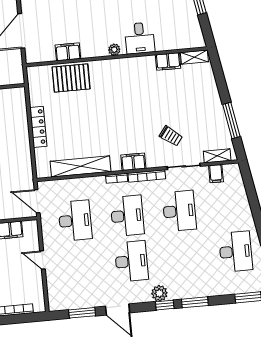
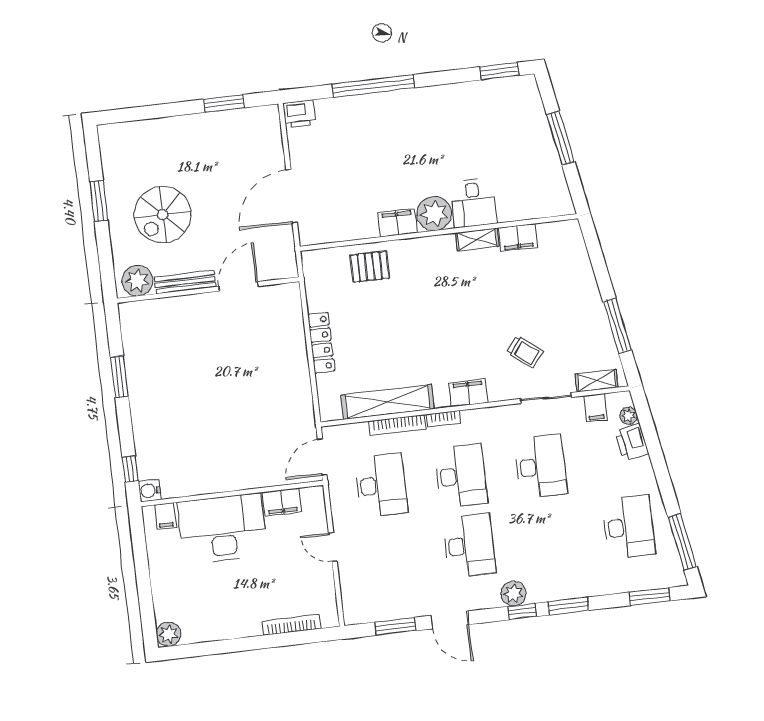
plant: (114, 50) -> (434, 214), width x1.87, depth x1.87
filing cabinet: (68, 52) -> (397, 223), moved
shelving: (194, 57) -> (477, 239), moved
pallet: (71, 78) -> (370, 267), width x0.67, depth x0.71
bookcase: (147, 176) -> (397, 425), moved
plant: (237, 179) -> (629, 416), added
printer: (239, 197) -> (632, 442), added
door: (37, 201) -> (322, 457), hinge flipped

